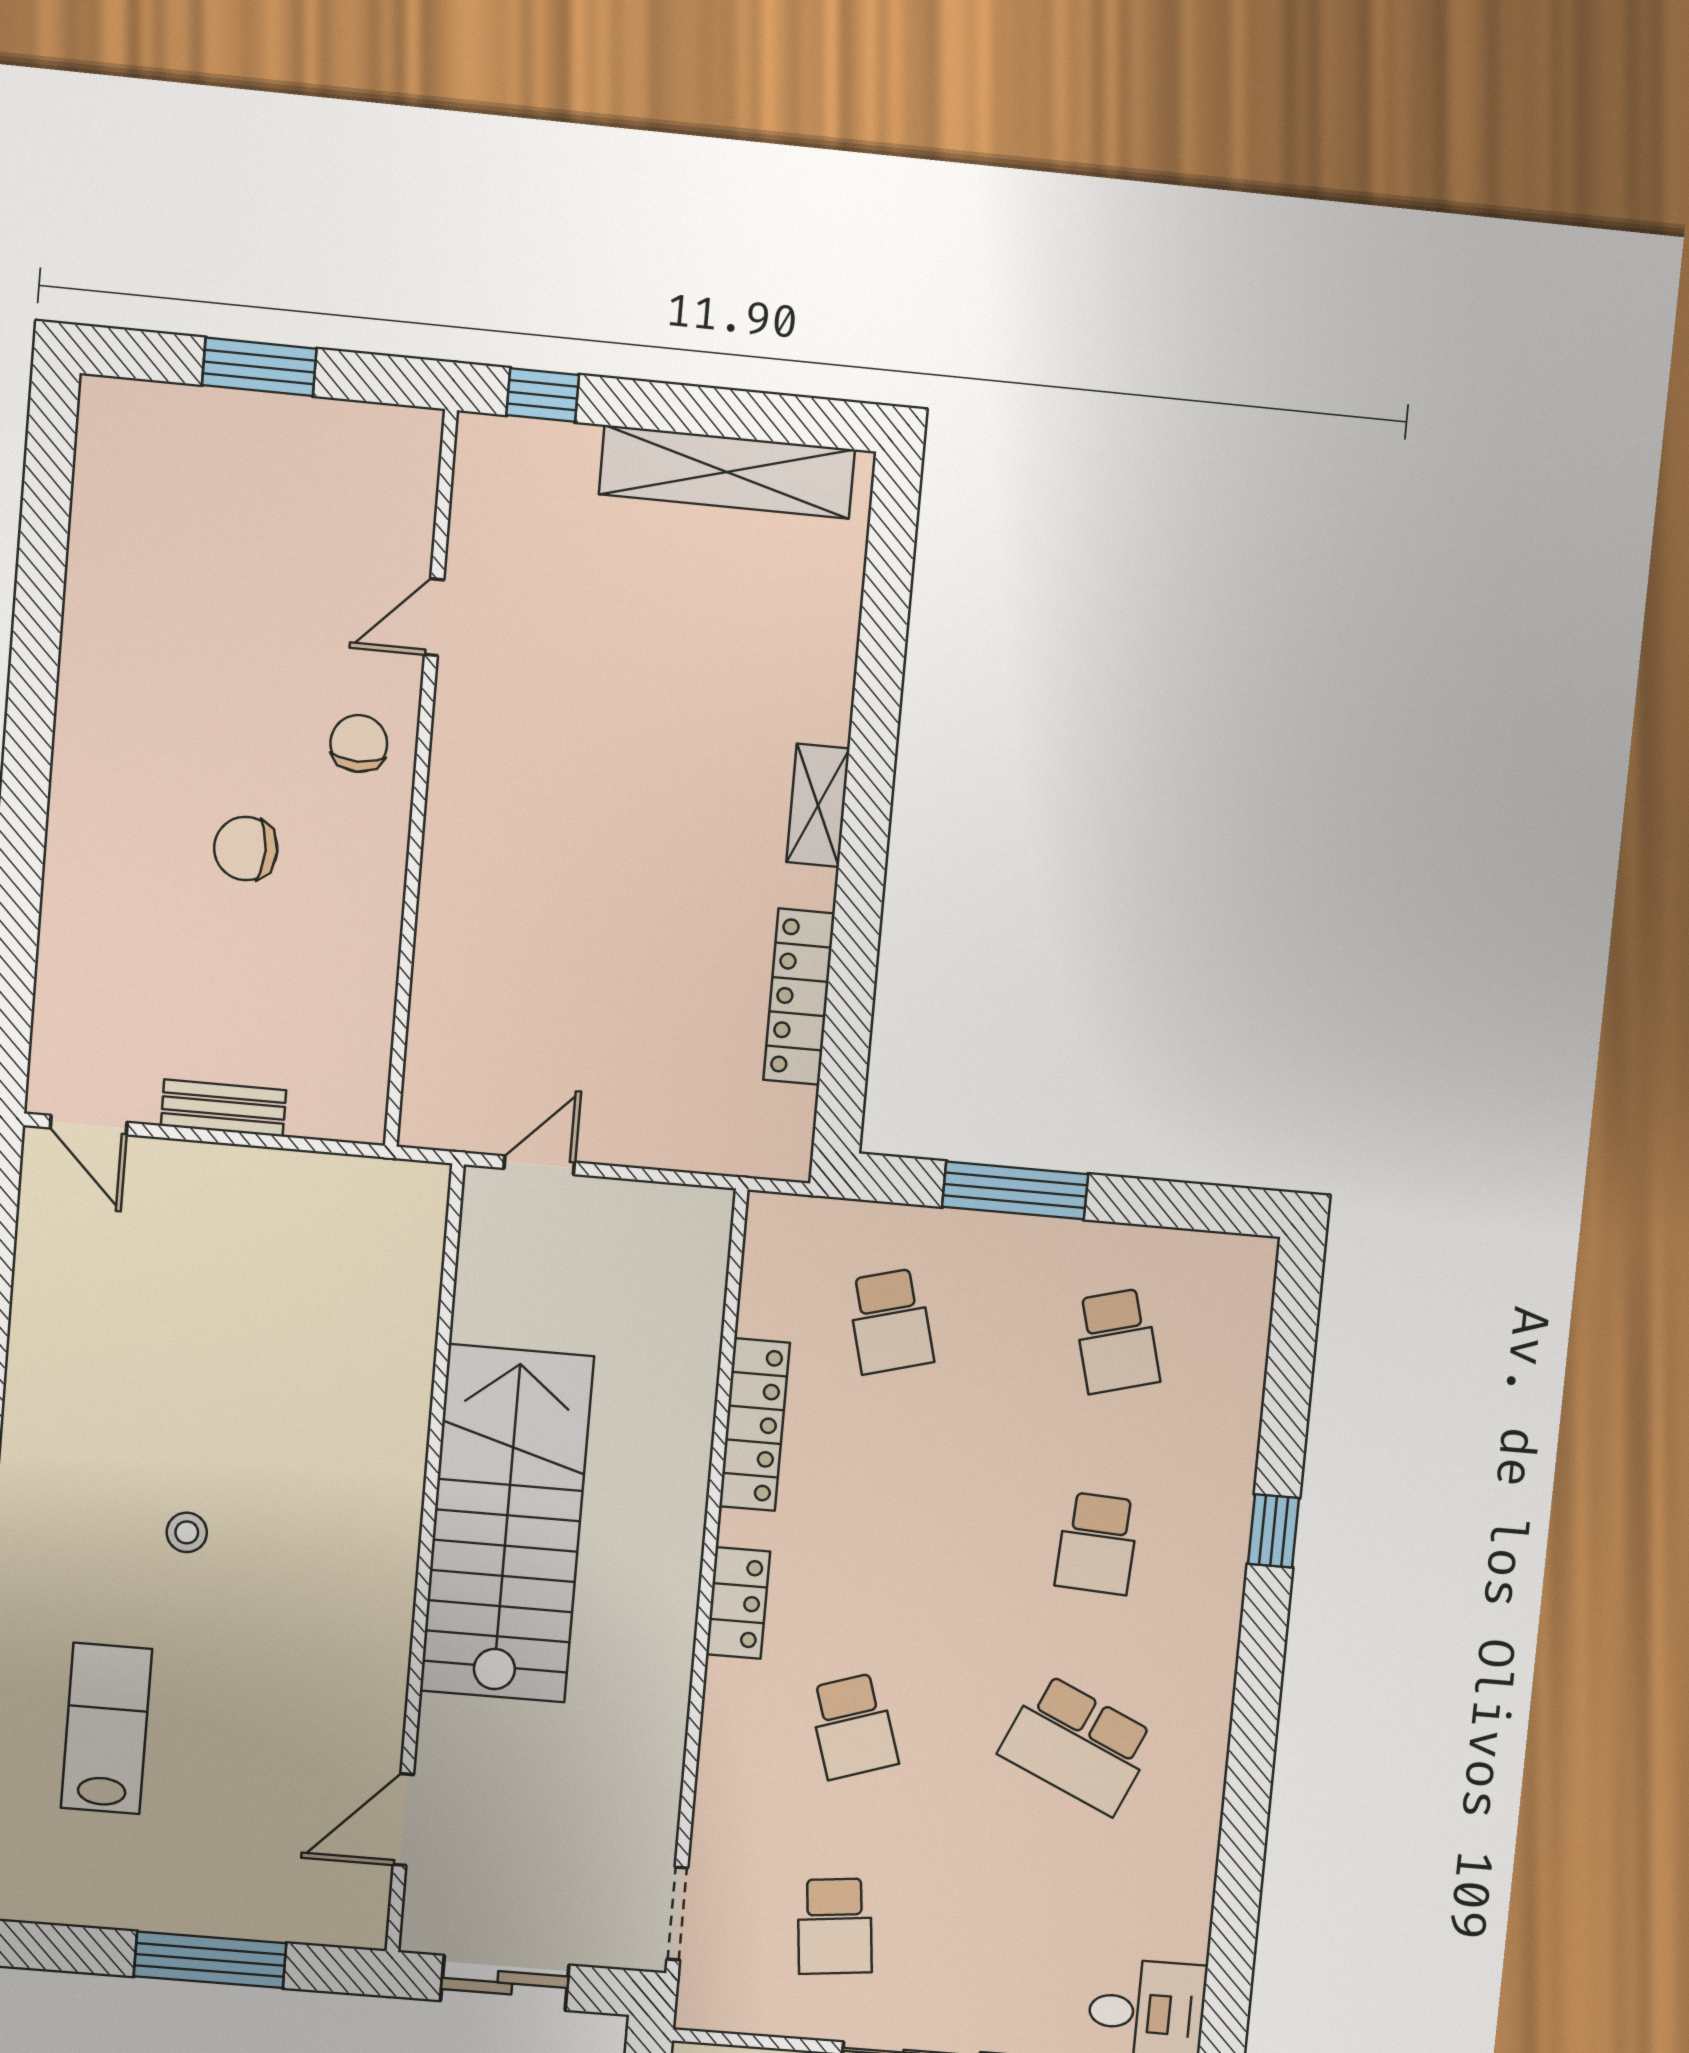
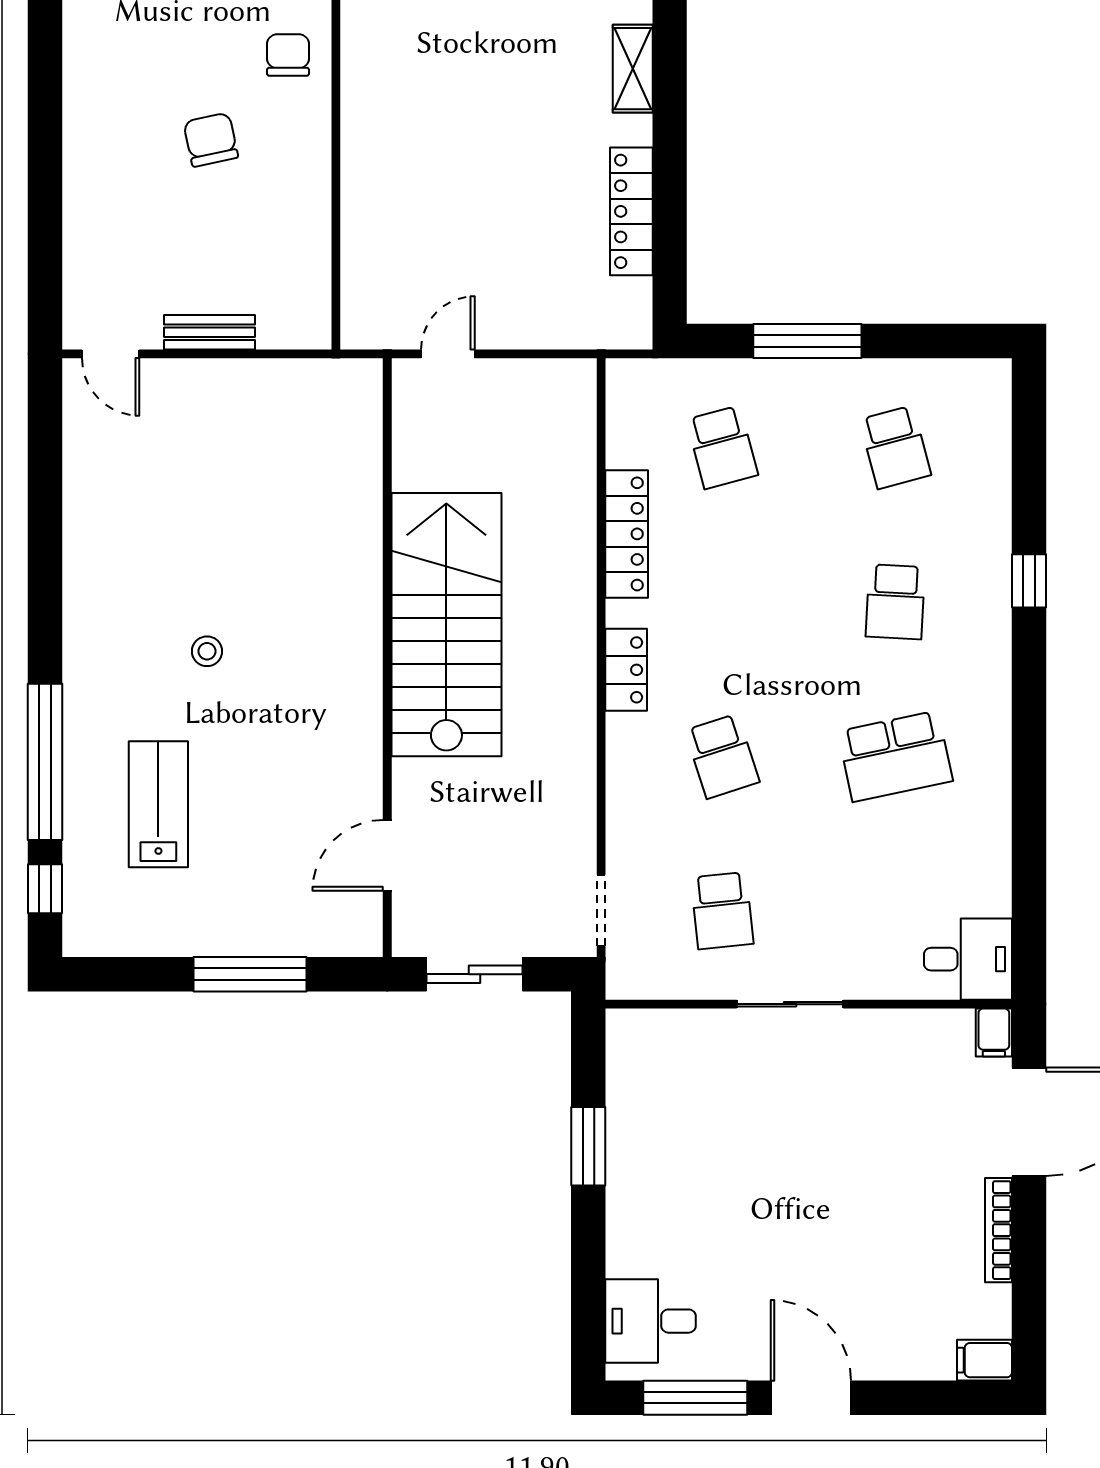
chair: (246, 849) -> (211, 140), turned 78
school desk: (1078, 1744) -> (895, 756), turned -36

